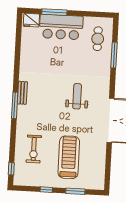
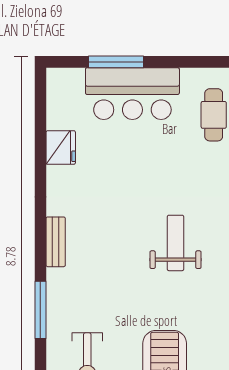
fridge: (31, 20) -> (61, 147), moved, turned -90
window: (15, 105) -> (40, 310), moved

